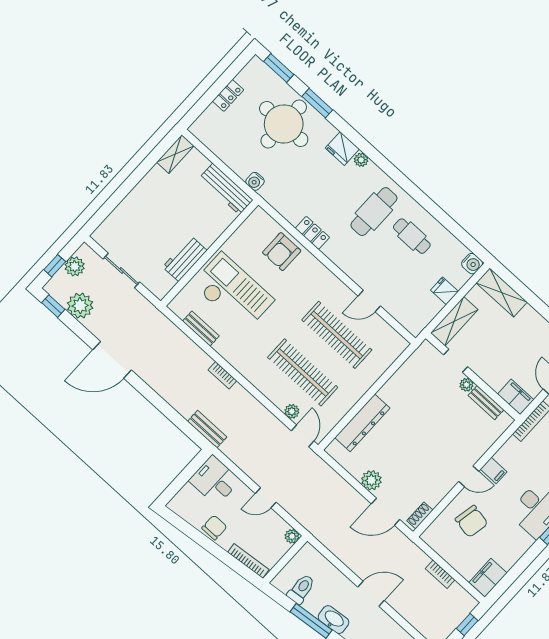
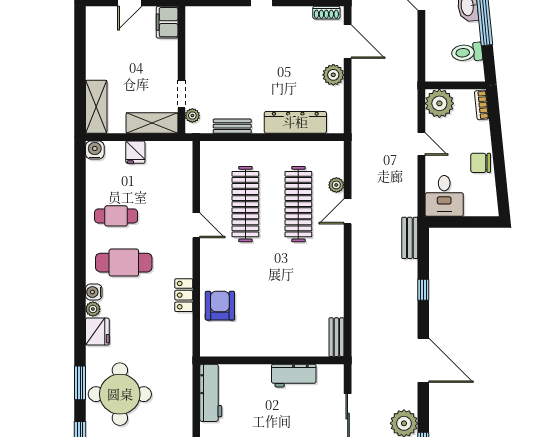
water cooler: (255, 181) -> (94, 292), moved, turned 180
cafe table: (412, 236) -> (116, 216), turned 90
armchair: (282, 252) -> (220, 306), turned -90
checkout: (233, 292) -> (286, 315), removed
door: (369, 301) -> (196, 225), moved
bench: (201, 329) -> (336, 337), moved
bookcase: (222, 375) -> (357, 264), removed
plant: (466, 385) -> (192, 116), moved
bench: (486, 403) -> (232, 126), moved, turned 90
window: (162, 405) -> (423, 290), added
door: (303, 436) -> (348, 211), moved
plant: (292, 536) -> (439, 103), width x1.88, depth x1.88
bookcase: (248, 561) -> (482, 105), width x0.64

